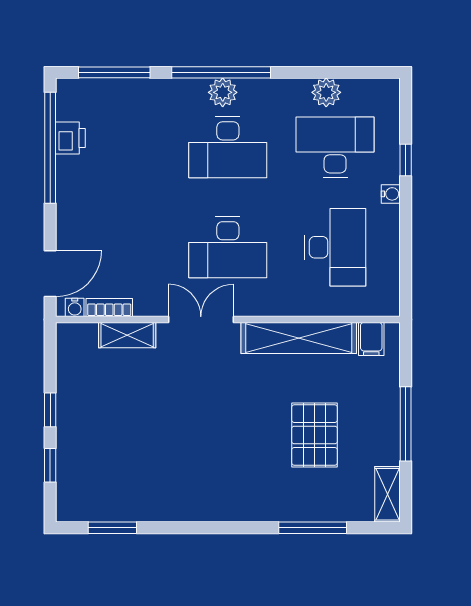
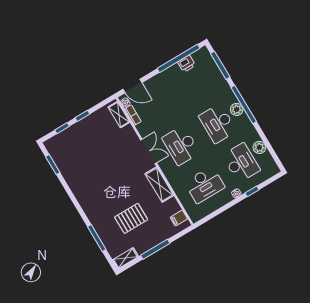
shelving: (127, 335) -> (119, 115), moved
shelving: (299, 338) -> (159, 185), width x0.68

